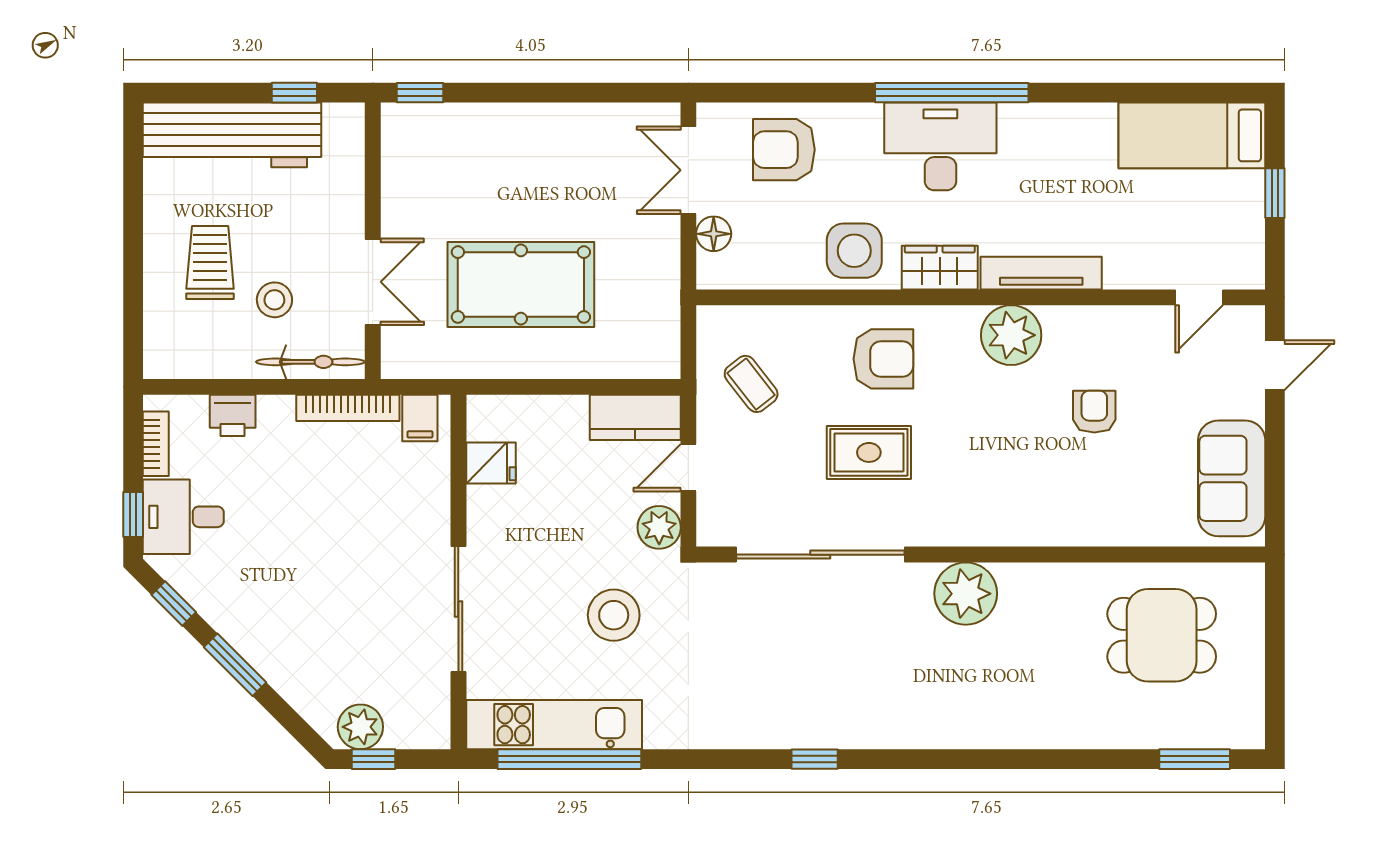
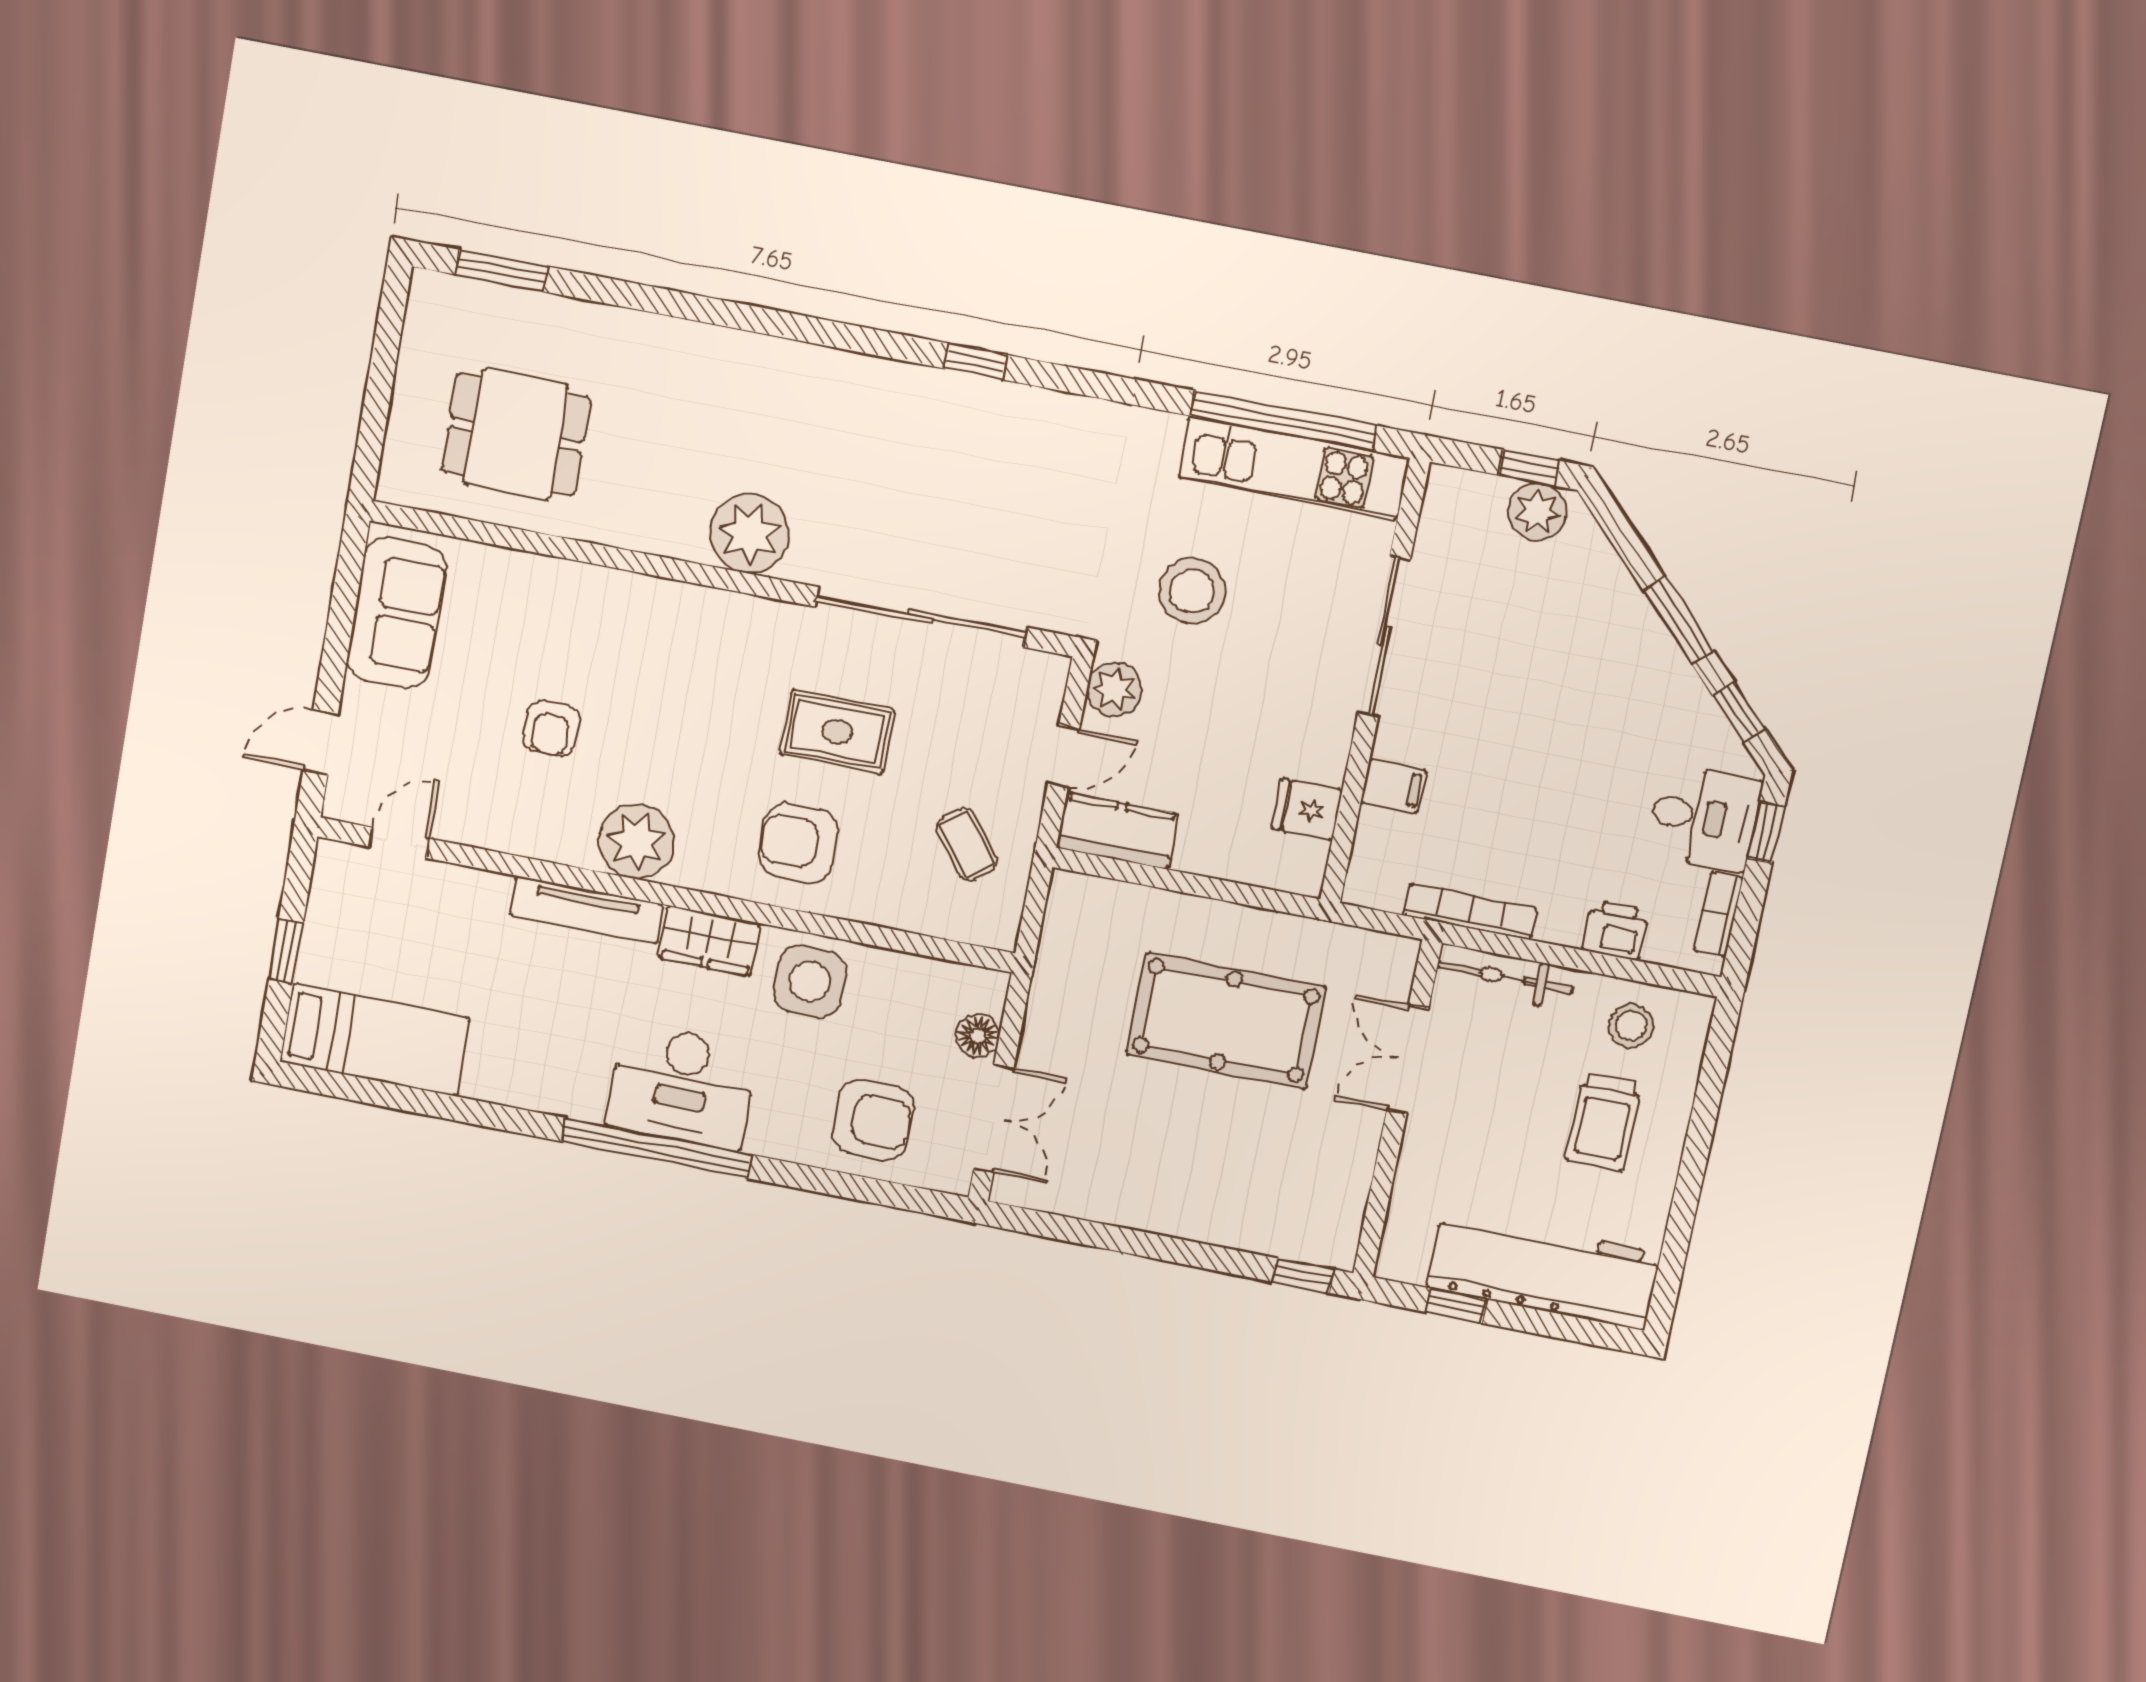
stool: (274, 300) -> (1631, 1026), moved
filing cabinet: (420, 418) -> (1394, 786), moved, turned 90

